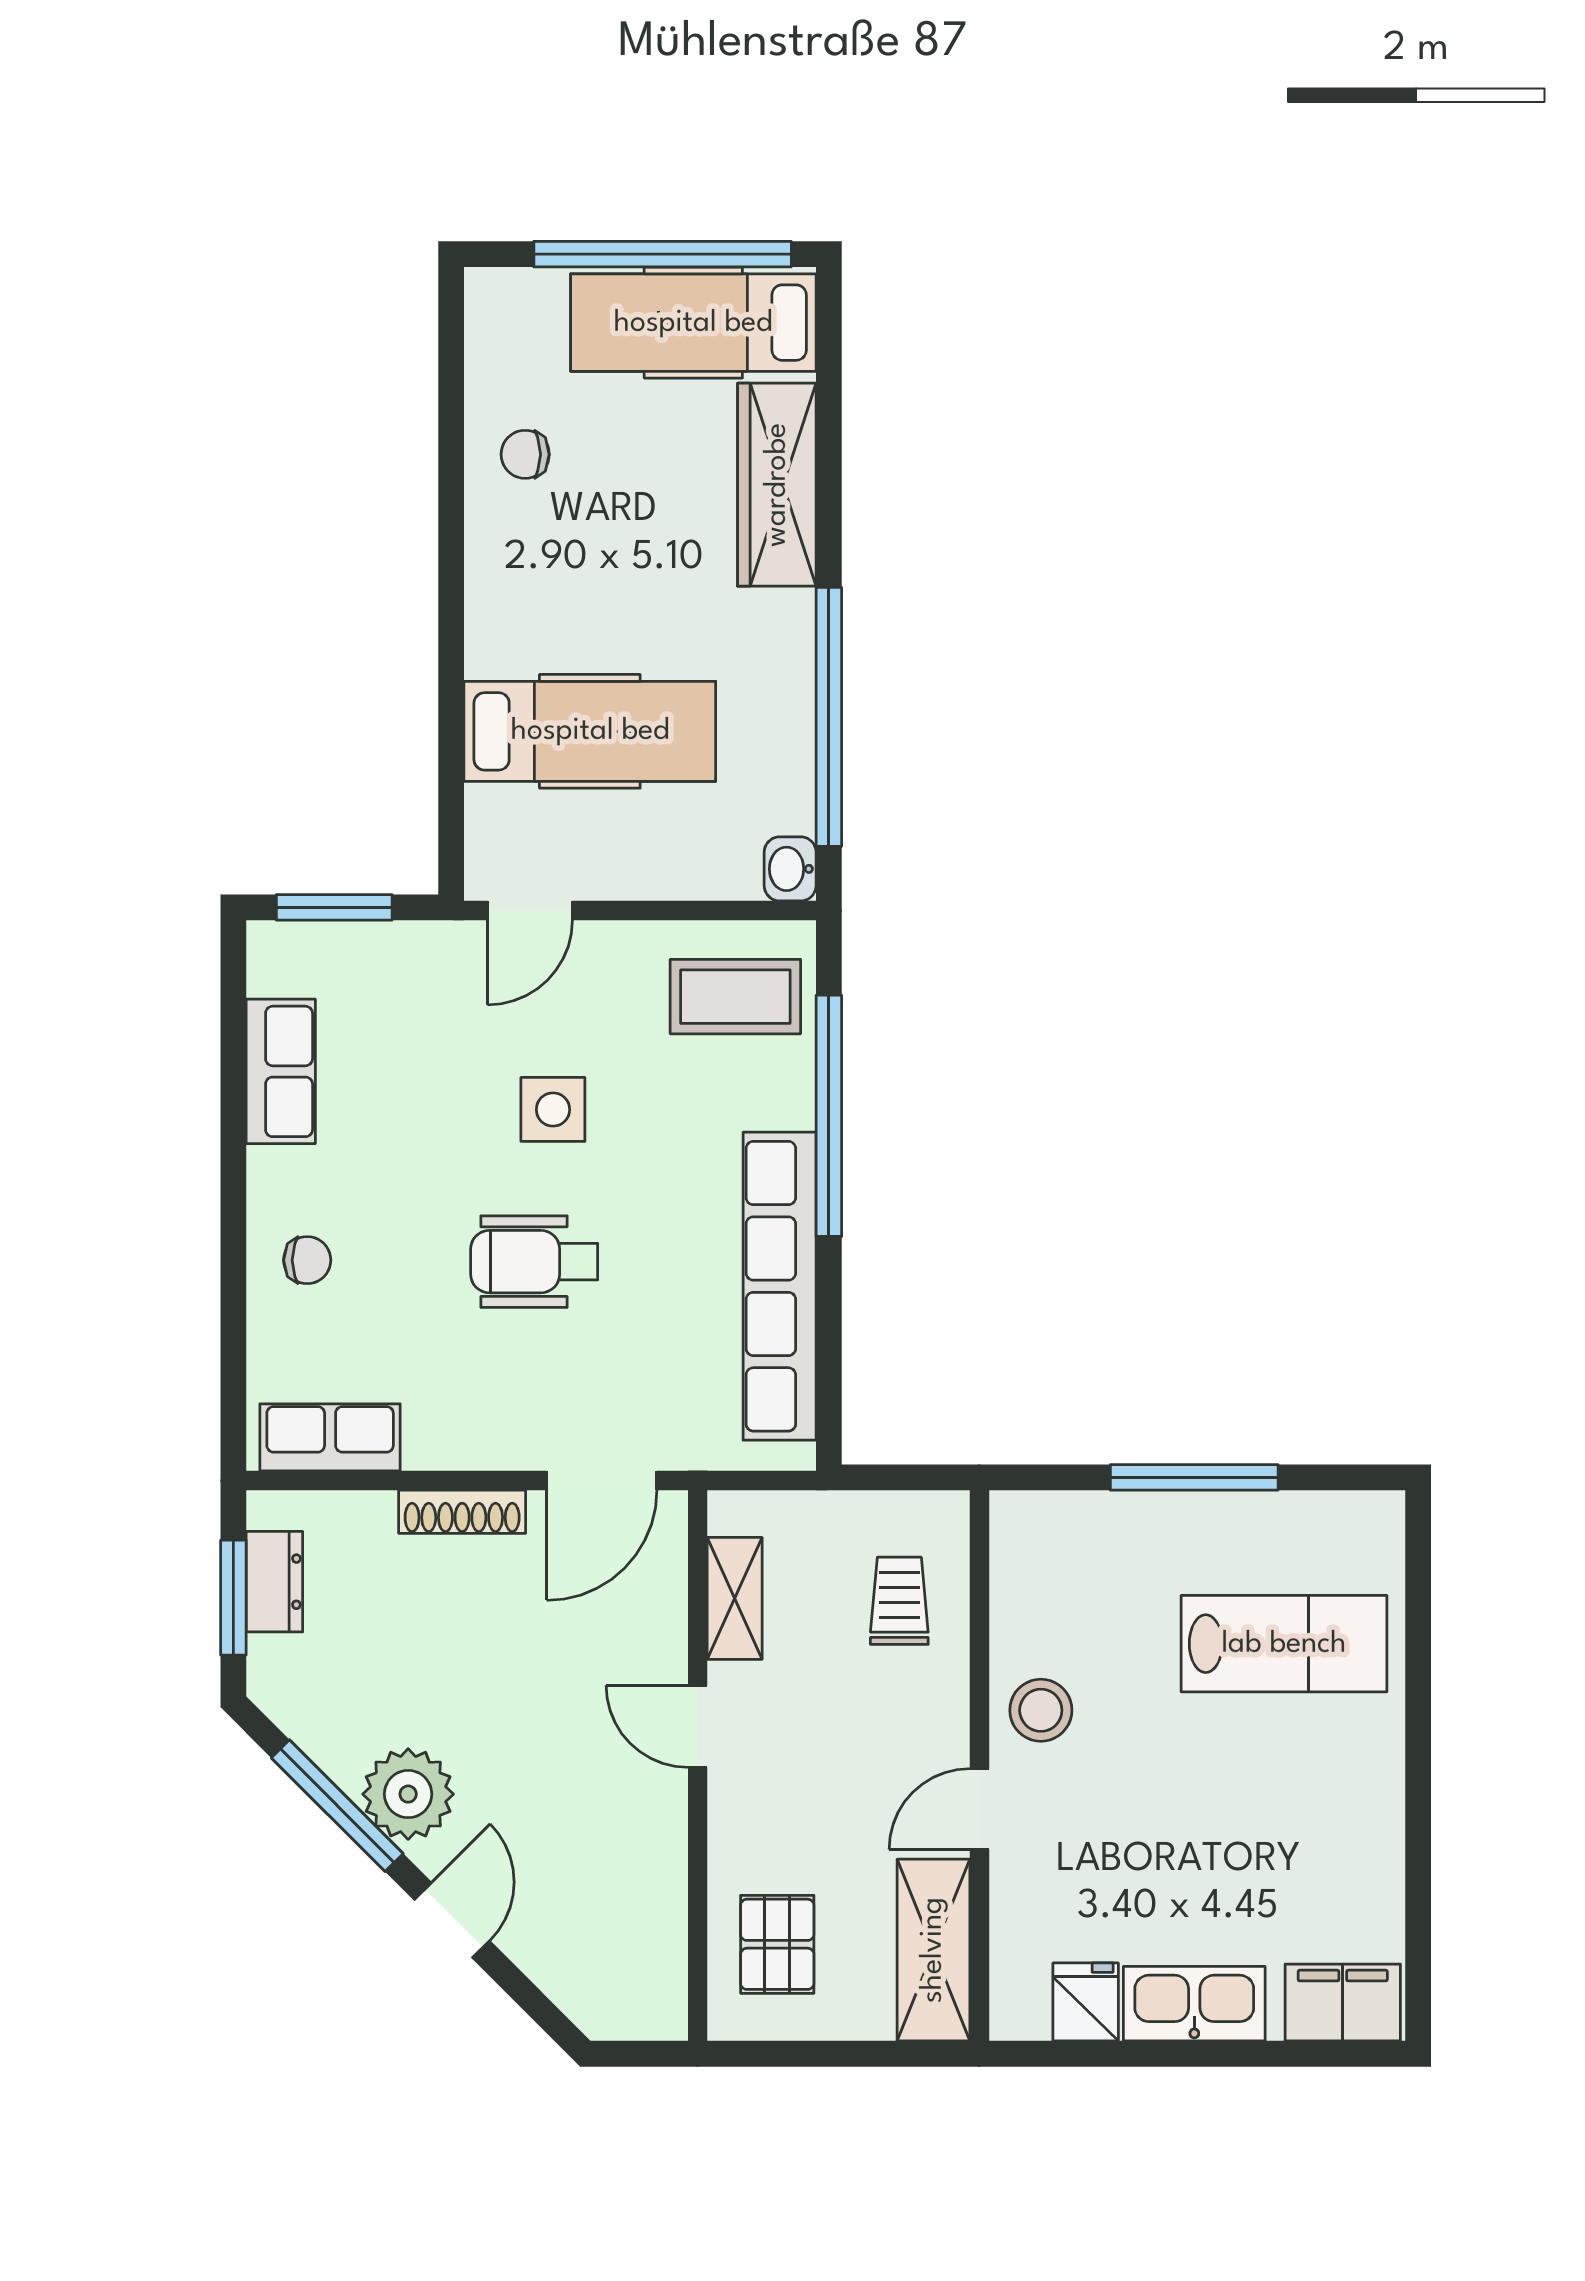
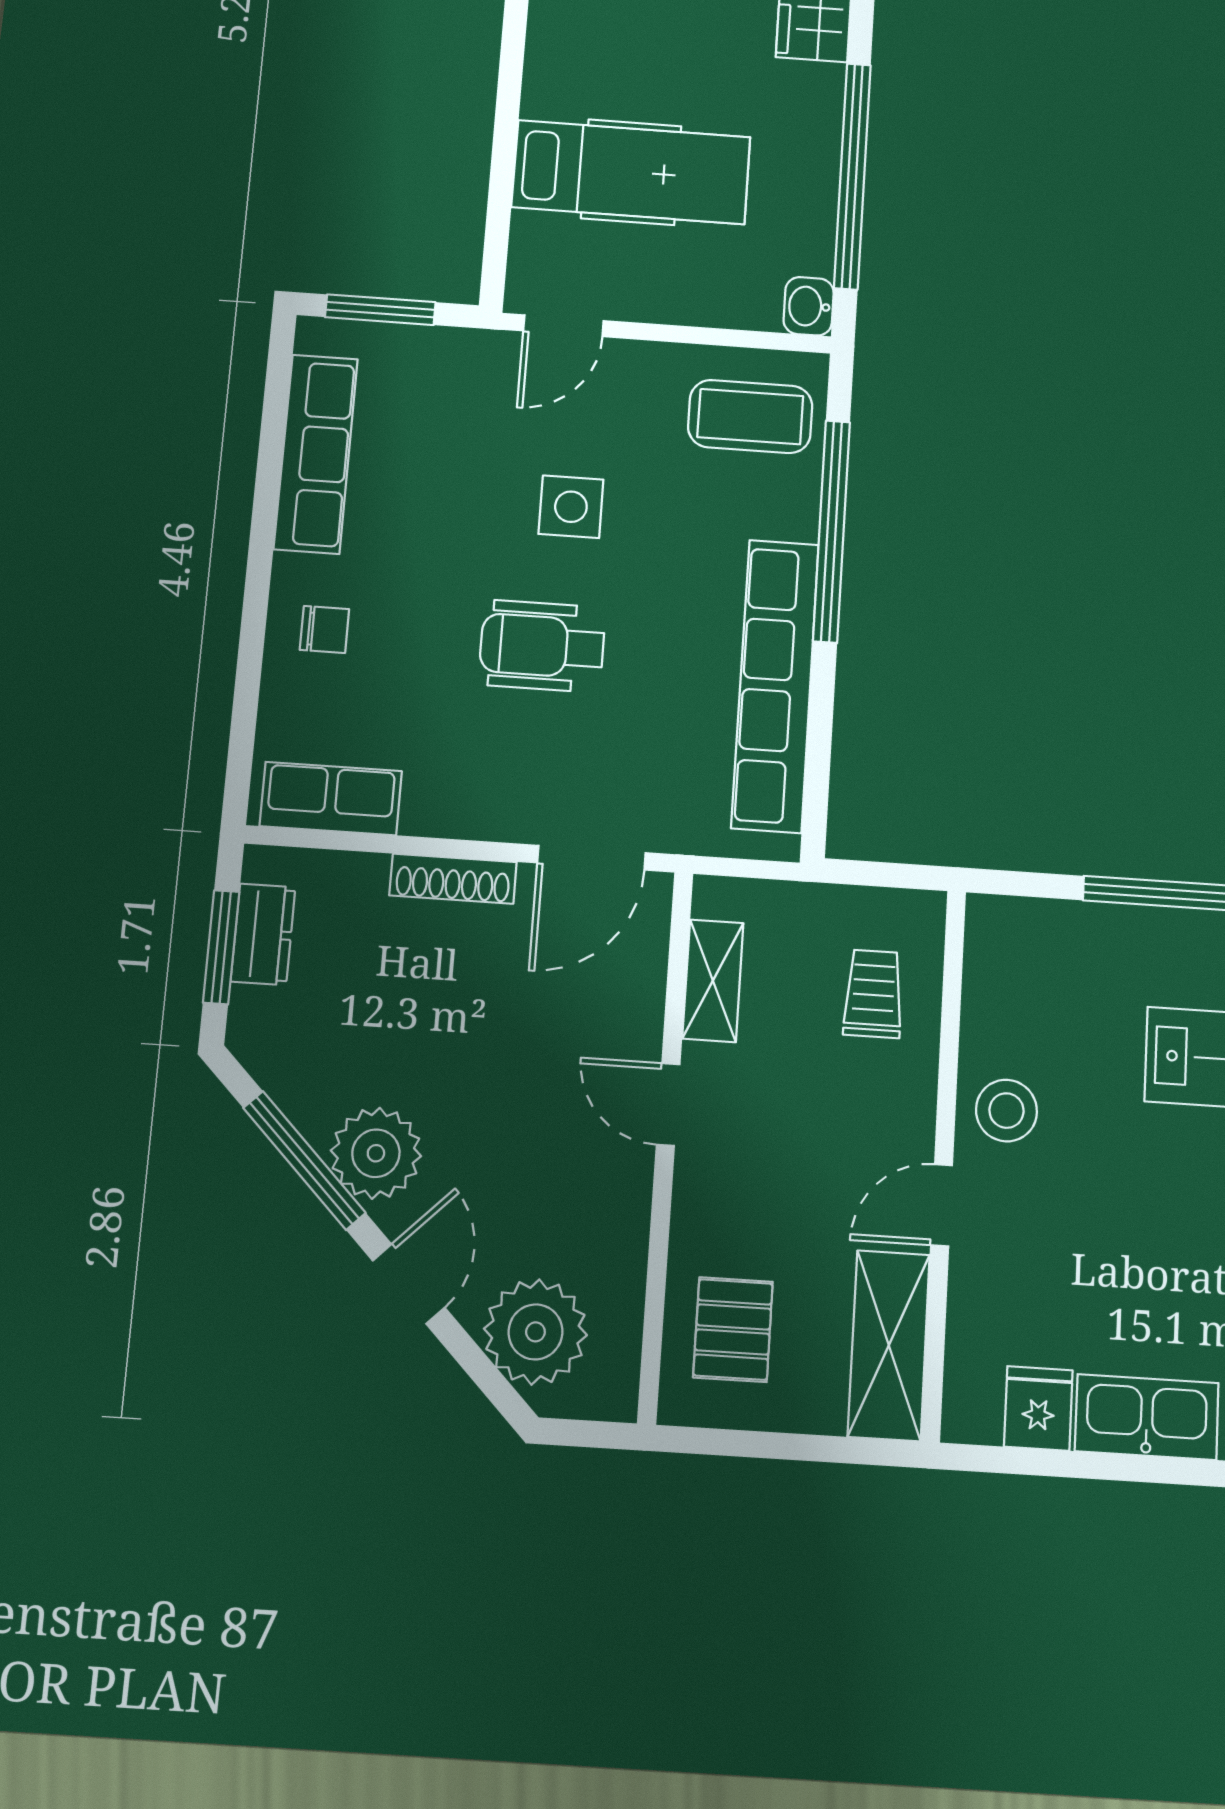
row of seats: (281, 1071) -> (316, 454), width x1.48
plant: (581, 1959) -> (535, 1332), added

